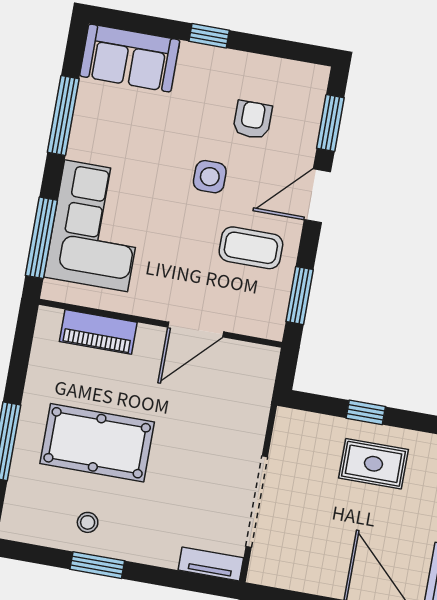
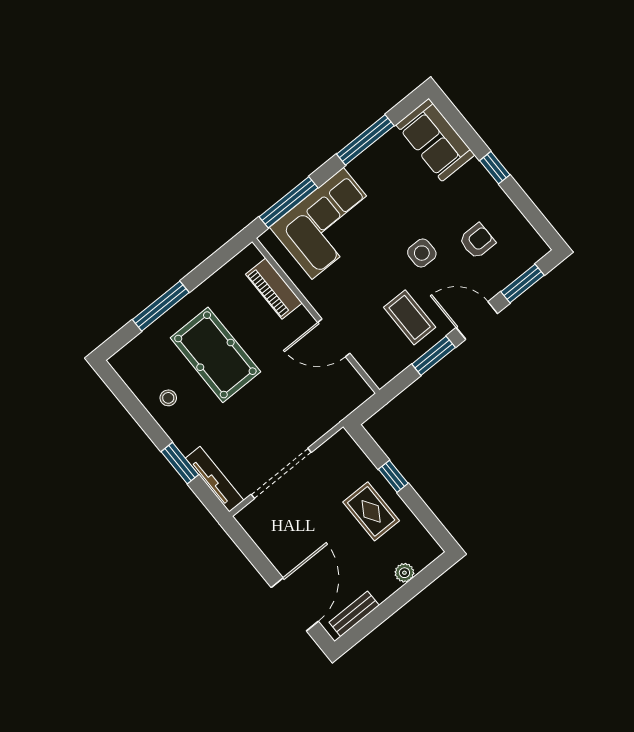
window: (300, 296) -> (434, 356), moved
tv unit: (211, 564) -> (215, 479), width x1.41
window: (97, 565) -> (180, 463), moved

